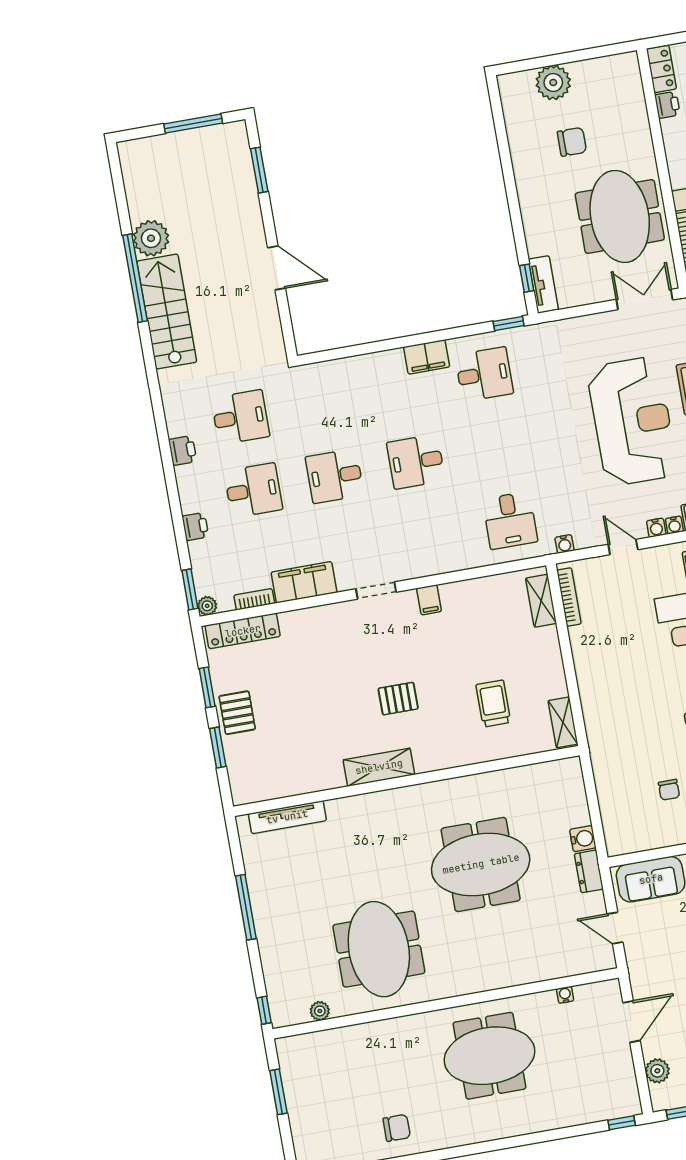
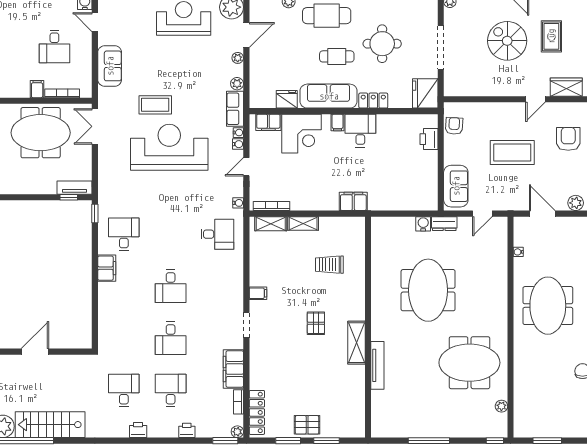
shelving: (563, 722) -> (303, 223), moved
filing cabinet: (599, 723) -> (353, 201), added
chair: (669, 790) -> (402, 165), removed
tv unit: (287, 817) -> (377, 365), moved

